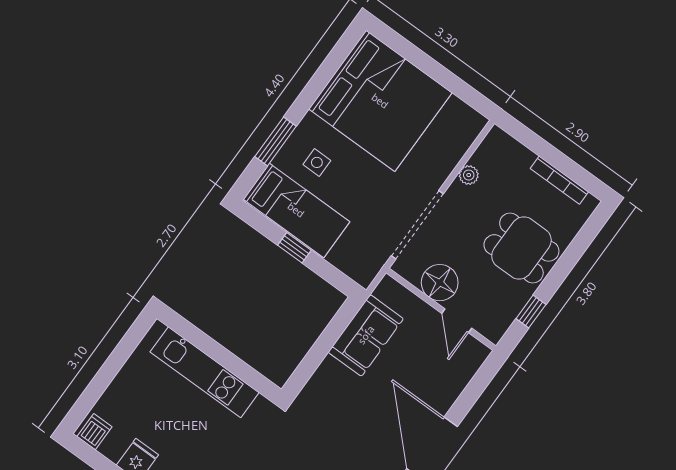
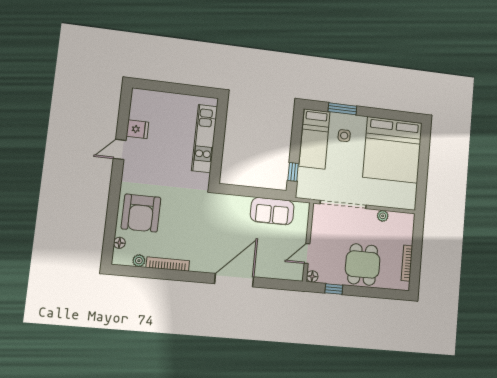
window: (294, 248) -> (293, 172), moved
floor lamp: (440, 283) -> (312, 276), moved, width x0.53, depth x0.53
dishwasher: (95, 432) -> (140, 98), removed

